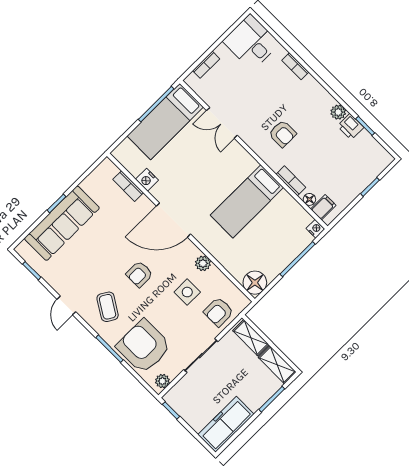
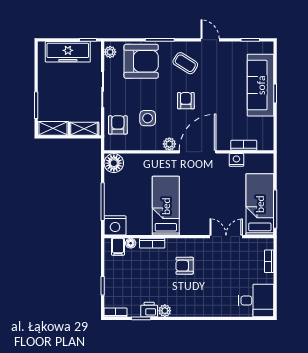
bookcase: (295, 66) -> (116, 312), moved
nightstand: (316, 229) -> (115, 225), width x1.89, depth x1.79
plant: (203, 263) -> (169, 144), moved
freezer: (226, 424) -> (68, 52), moved, turned 90

